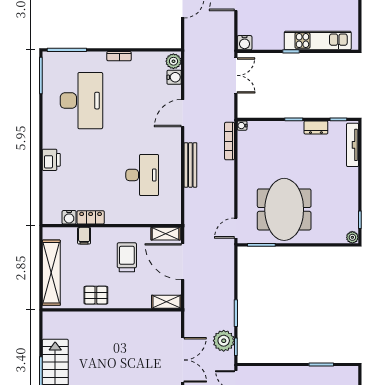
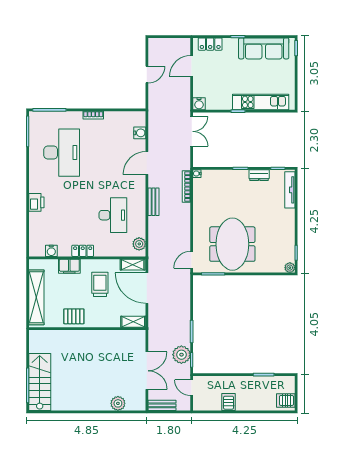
plant: (173, 61) -> (139, 244), moved
bench: (190, 165) -> (153, 202), width x0.73
locker: (91, 217) -> (83, 251), moved
filing cabinet: (84, 236) -> (69, 266), width x2.00

